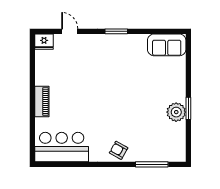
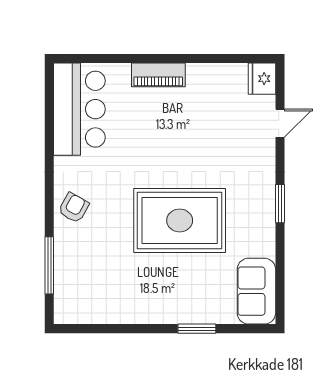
rug: (126, 89) -> (180, 220), added
window: (188, 108) -> (197, 329), moved
plant: (176, 112) -> (140, 308), removed

